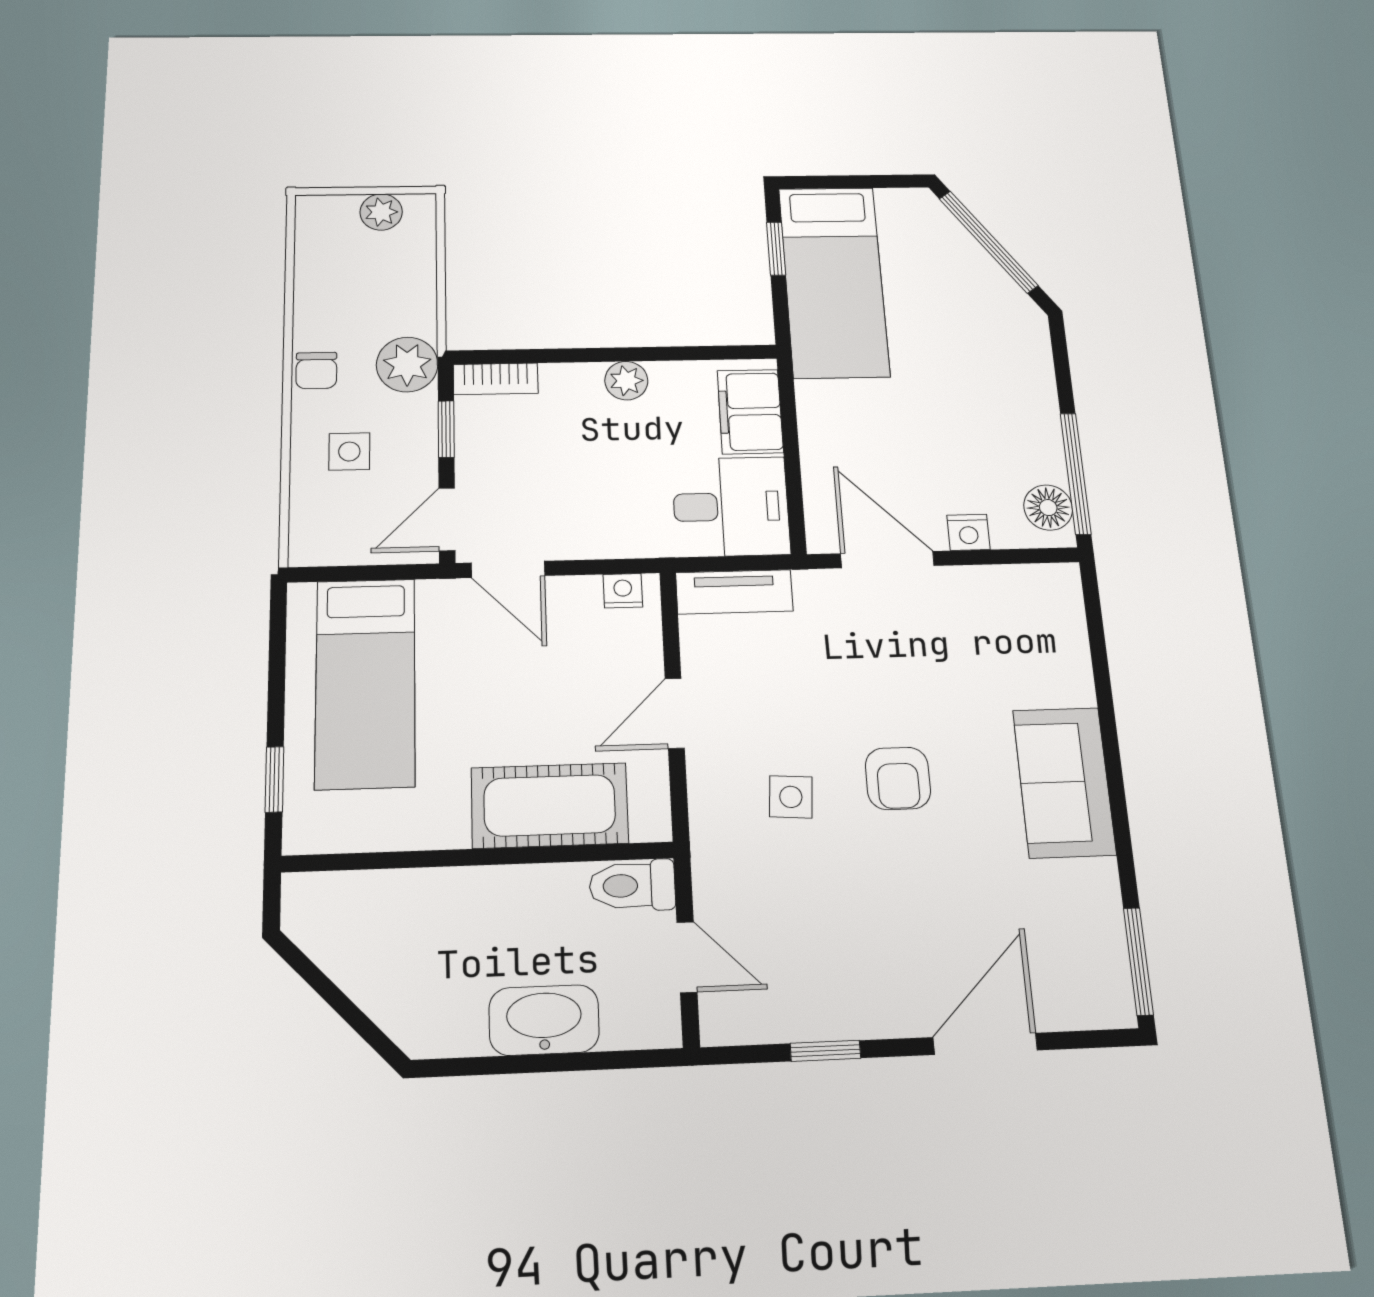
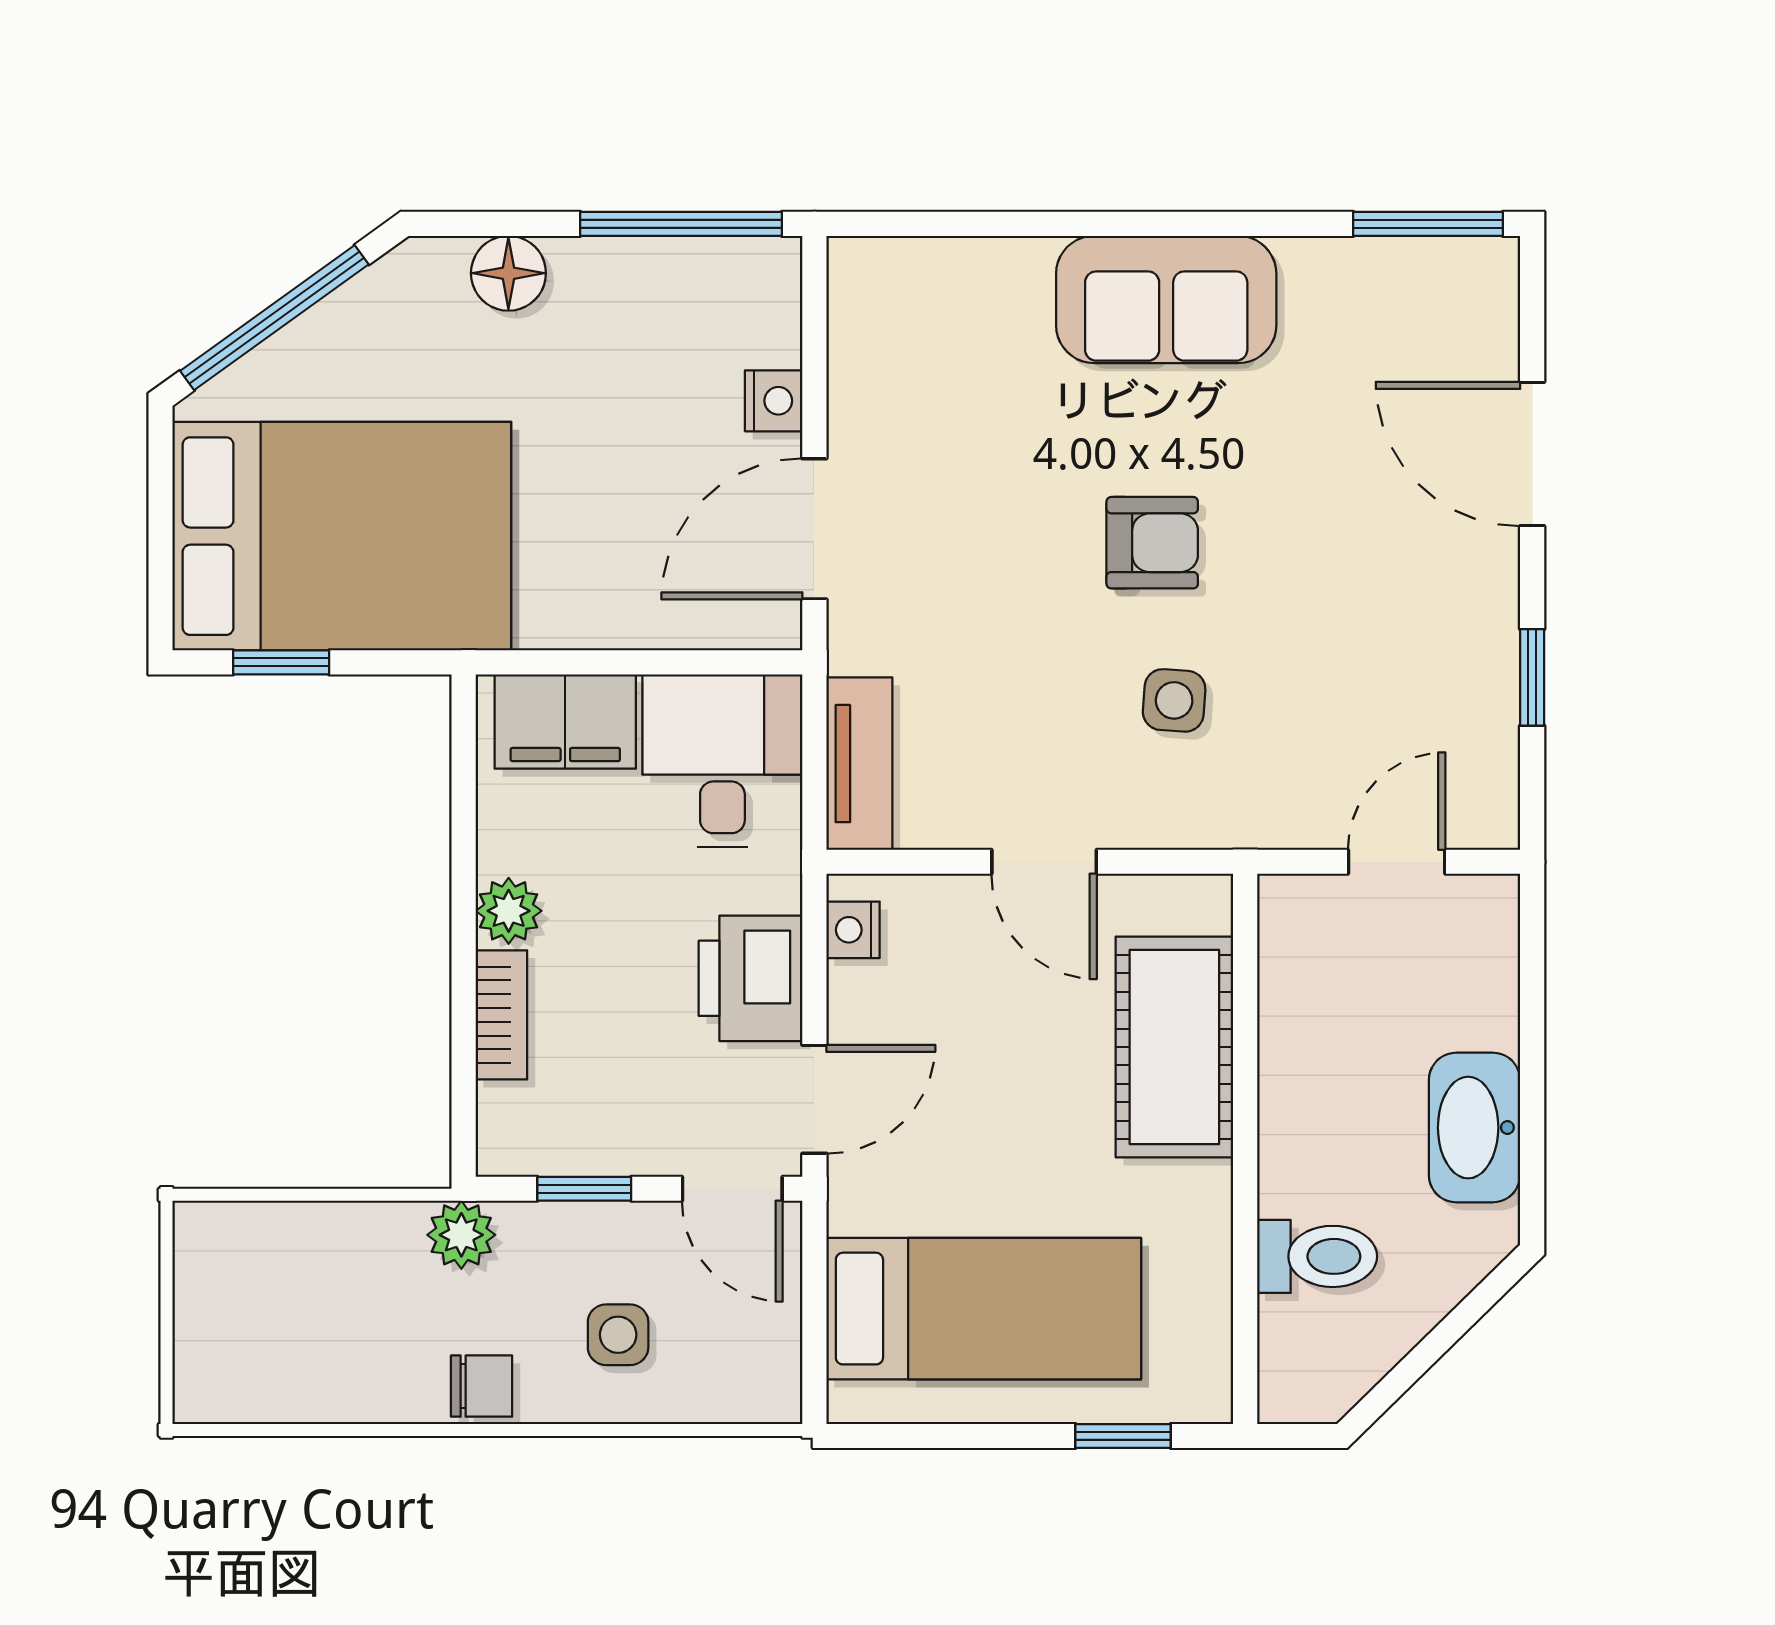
plant: (381, 212) -> (205, 1288), removed
bed: (834, 282) -> (342, 536), width x1.50
plant: (407, 364) -> (461, 1235), width x0.73, depth x0.73
bookcase: (496, 379) -> (501, 1015), moved
floor lamp: (1048, 508) -> (508, 273), moved
printer: (588, 527) -> (751, 978), added
toilet: (632, 885) -> (1317, 1256), moved, turned -90
washbasin: (544, 1020) -> (1474, 1128), moved

